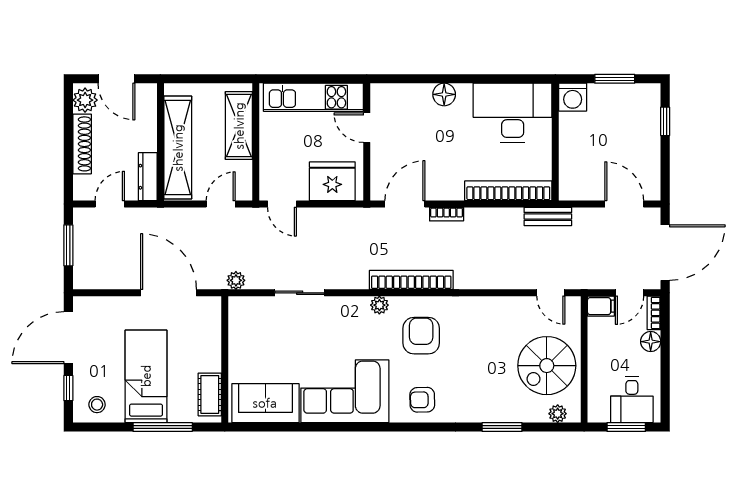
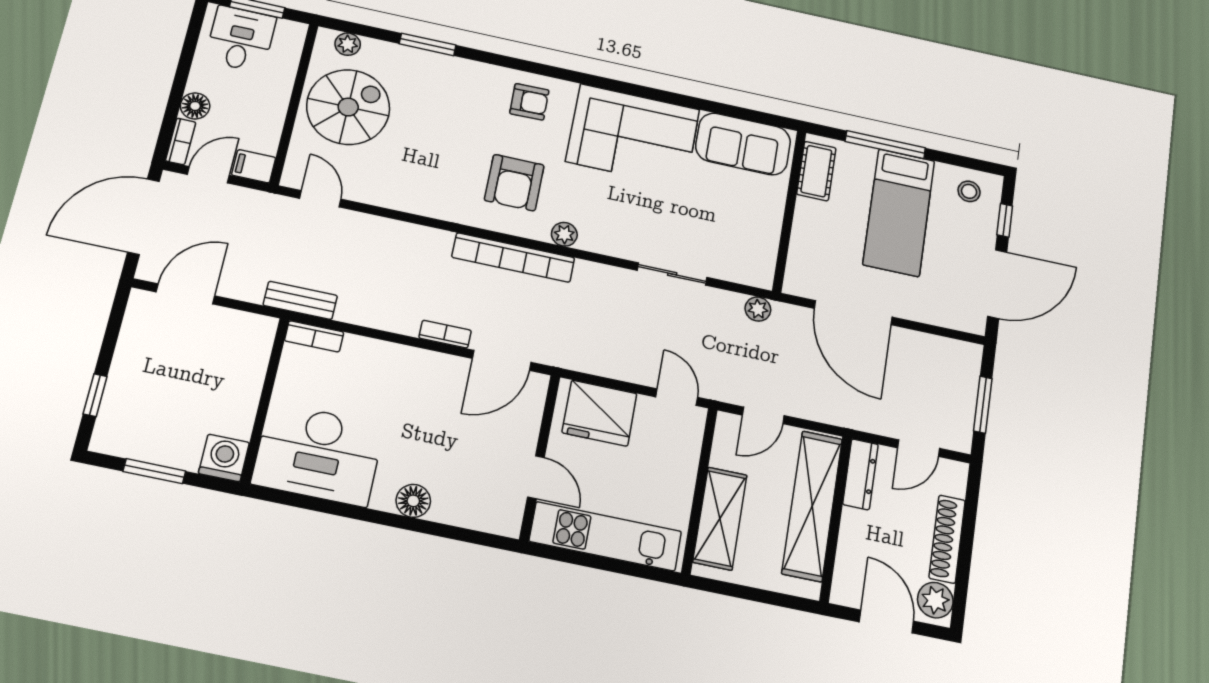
bookcase: (508, 191) -> (314, 336), width x0.43, depth x0.76
door: (624, 204) -> (185, 294), swing flipped

